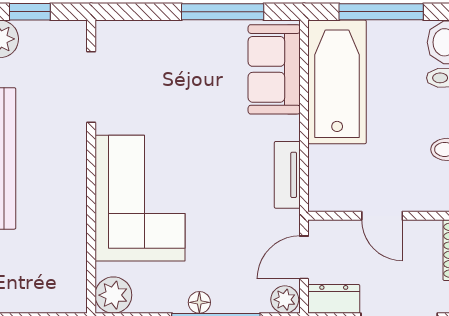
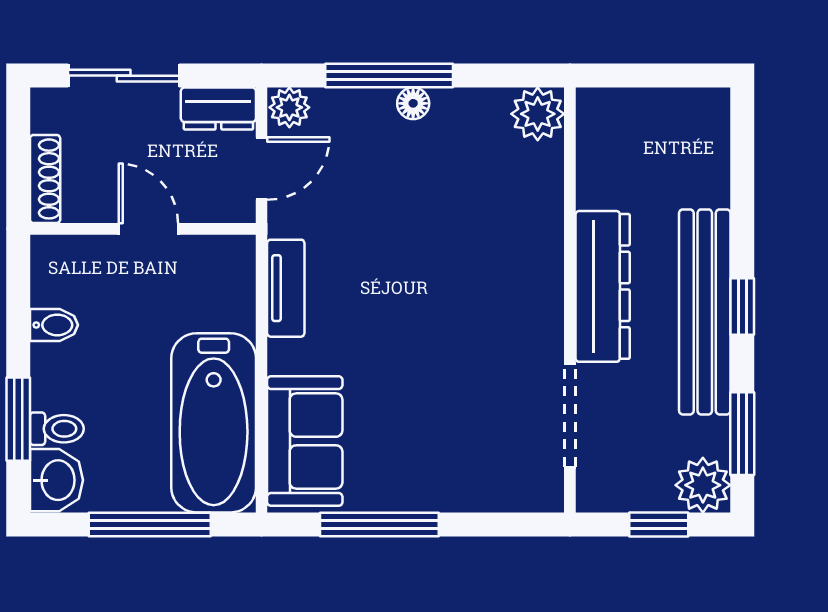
dresser: (69, 176) -> (603, 286), added
corner sofa: (140, 198) -> (499, 254), removed

